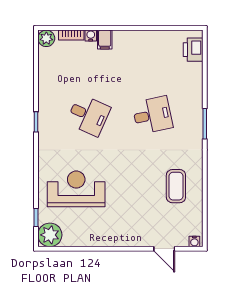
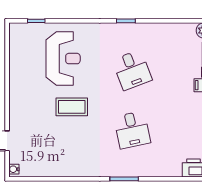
desk: (88, 115) -> (132, 70), turned -45
coffee table: (176, 186) -> (72, 107), moved
plant: (50, 235) -> (20, 34), removed

